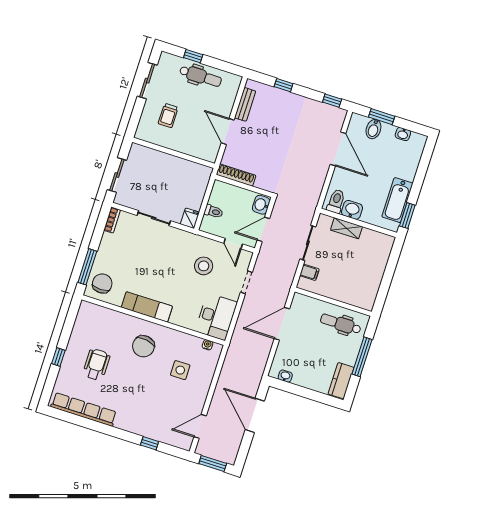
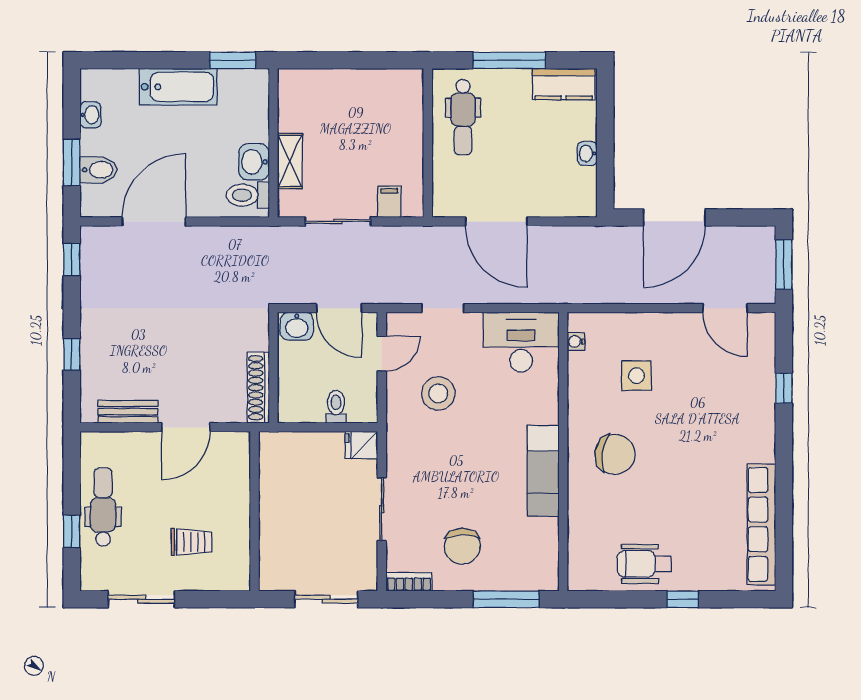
bathtub: (397, 200) -> (178, 87), moved
chair: (102, 283) -> (462, 546), moved, turned -90
wheelchair: (96, 364) -> (644, 564), moved
washbasin: (285, 376) -> (587, 153), moved

